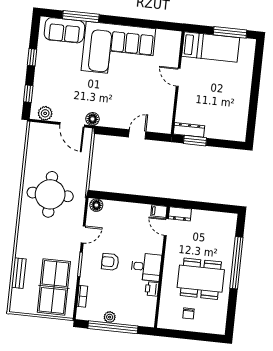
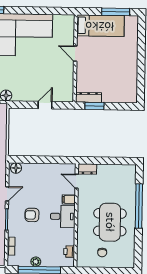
filing cabinet: (159, 211) -> (69, 199), moved
dining table: (201, 279) -> (110, 222), turned 90
printer: (152, 289) -> (69, 252), moved

